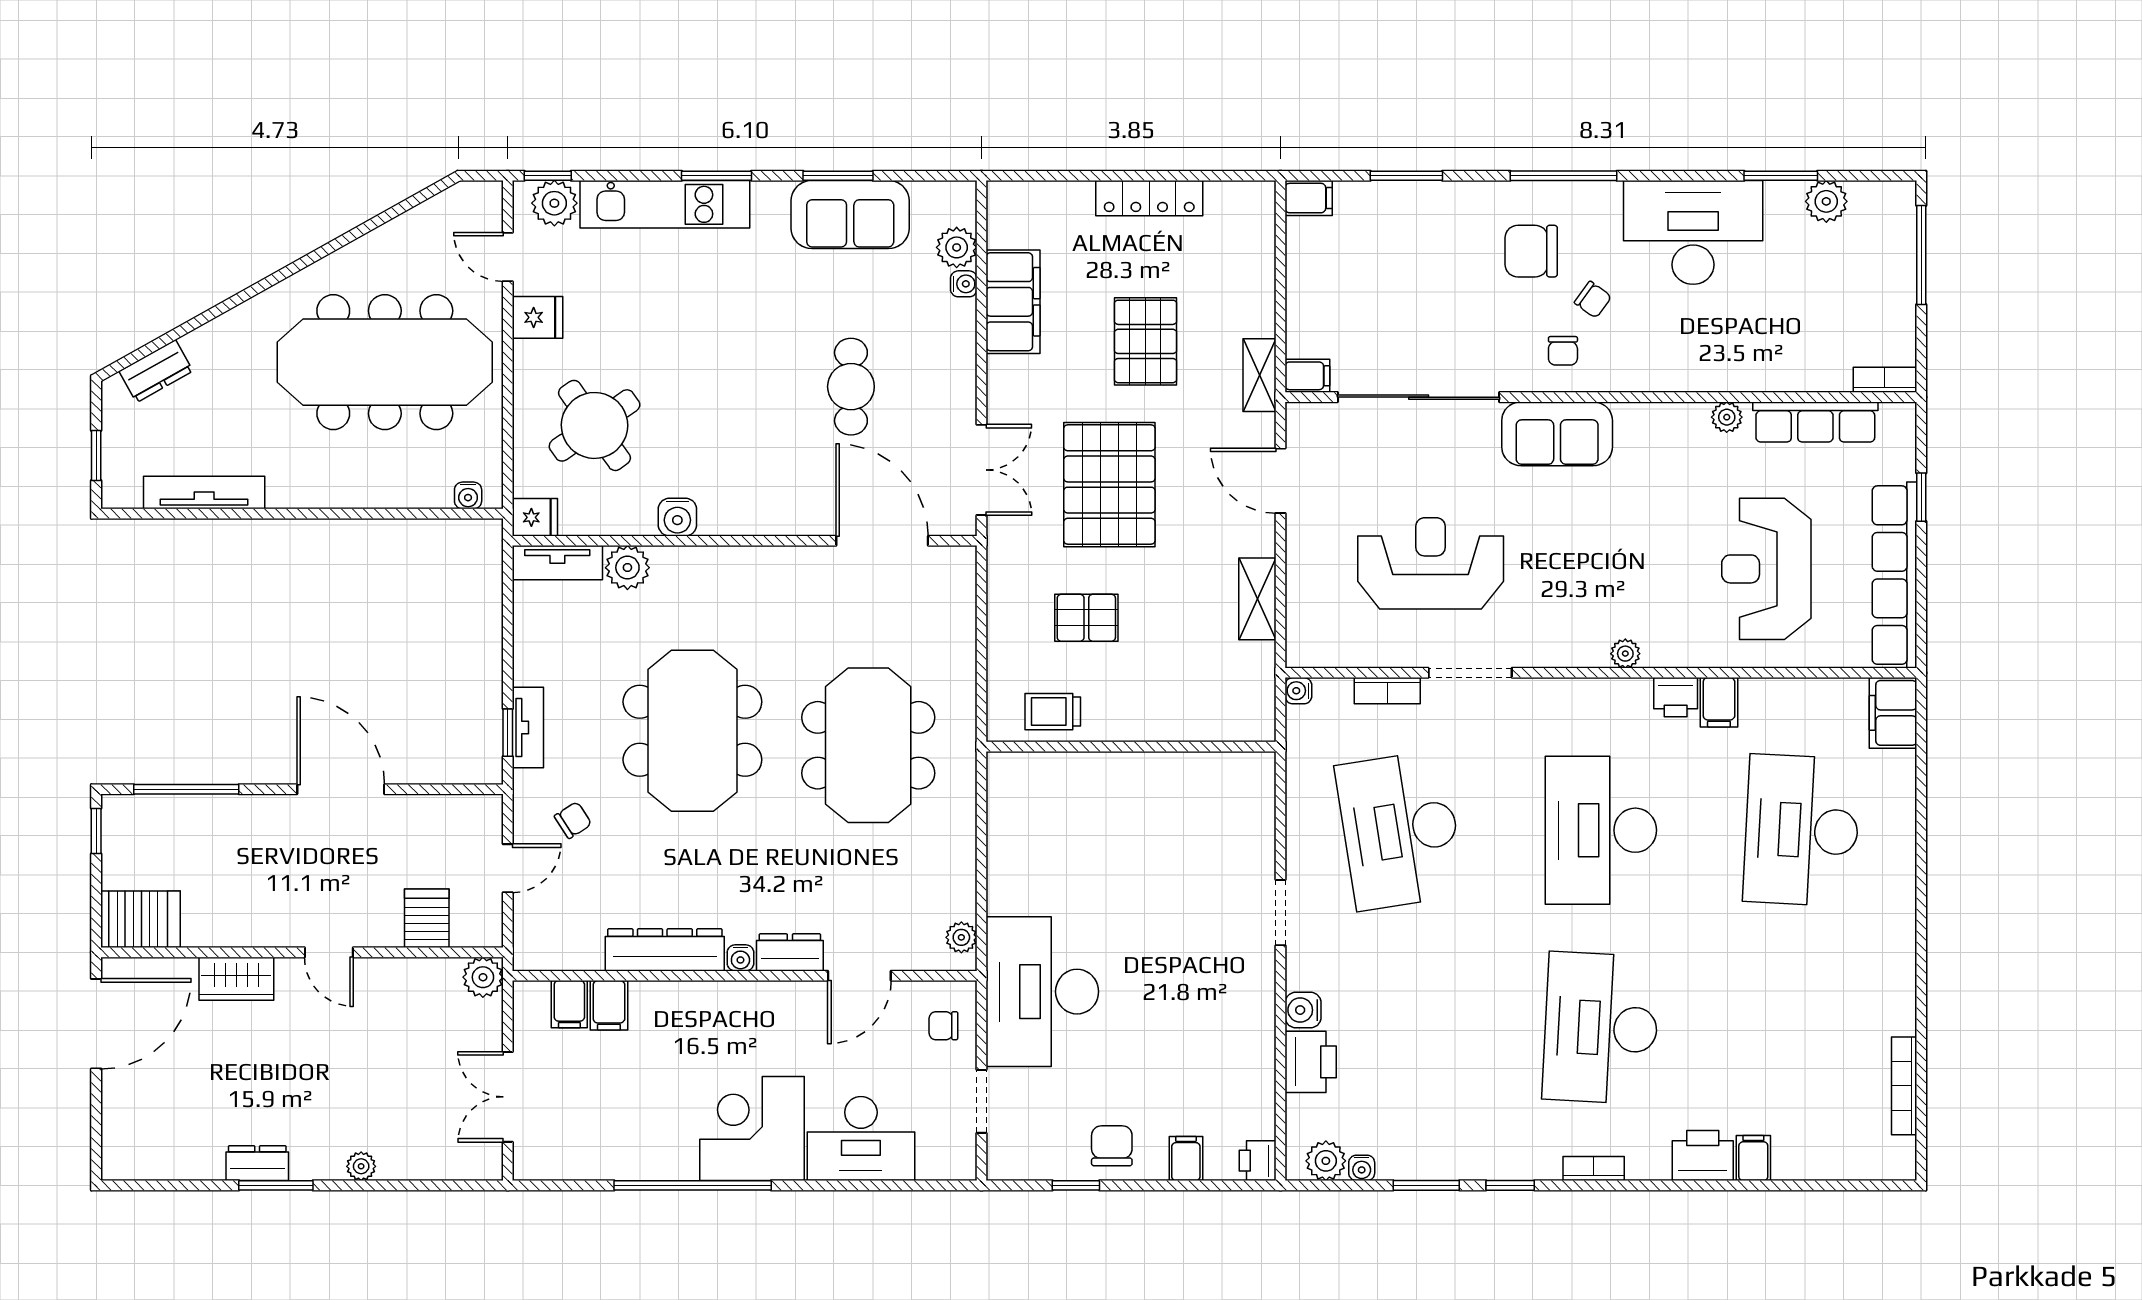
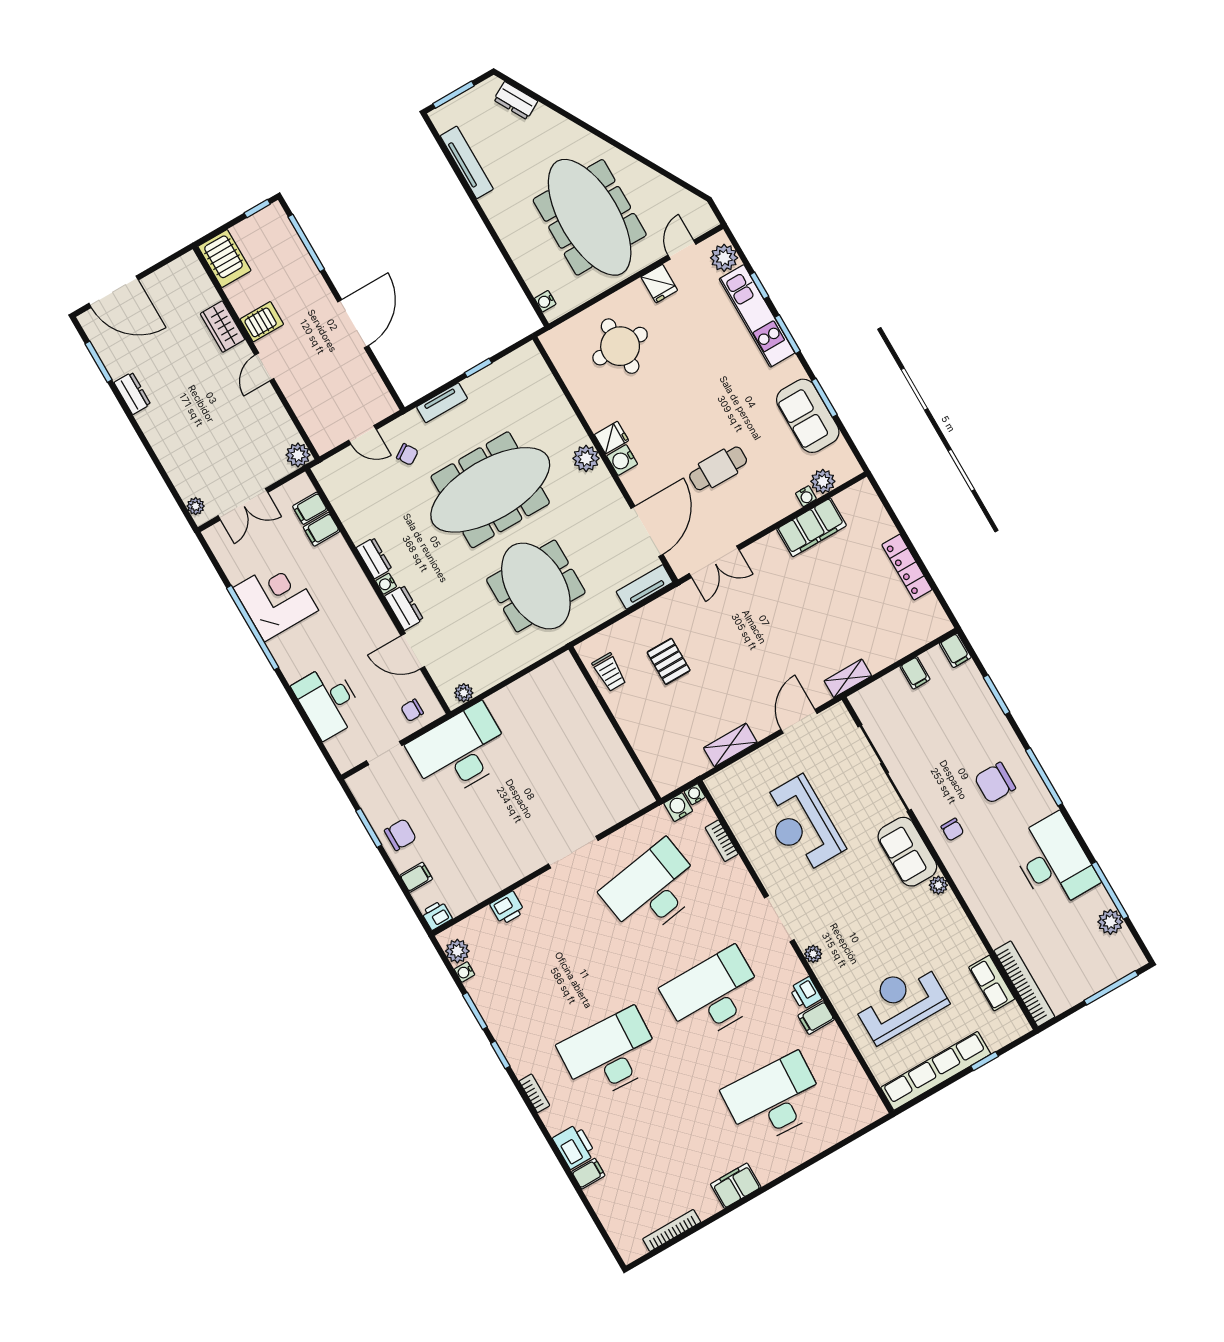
window: (548, 176) -> (759, 286), moved
window: (1781, 176) -> (1110, 890), width x1.44
chair: (1531, 251) -> (995, 783), turned -90
chair: (1593, 300) -> (988, 830), removed
pallet: (1145, 341) -> (831, 609), removed
chair: (1563, 351) -> (952, 830), turned -90
filing cabinet: (1307, 376) -> (915, 673), moved
bookcase: (1885, 380) -> (1024, 984), width x2.31, depth x1.31
plant: (1727, 417) -> (938, 885), moved
row of seats: (1815, 422) -> (992, 983), width x0.68
round table: (595, 425) -> (620, 346), turned 35
window: (96, 455) -> (453, 95), width x1.50
pallet: (1109, 485) -> (745, 633), removed
fridge: (535, 517) -> (612, 438), moved, turned -90
water cooler: (677, 517) -> (622, 460), moved
tv unit: (557, 563) -> (645, 587), moved, turned 90
reception desk: (1431, 563) -> (801, 825), turned 180
plant: (627, 568) -> (586, 458), moved
doorway: (1470, 673) -> (779, 919), moved
trolley: (1053, 712) -> (609, 672), turned 180
filing cabinet: (1893, 713) -> (736, 1186), moved
meeting table: (692, 731) -> (490, 490), width x1.36
window: (508, 733) -> (478, 368), moved
meeting table: (868, 745) -> (536, 586), turned 90
doorway: (1280, 913) -> (573, 852), width x1.38
server rack: (427, 918) -> (262, 322), moved
dresser: (665, 950) -> (374, 558), width x0.51, depth x0.80
water cooler: (1303, 1010) -> (678, 807), moved
door: (96, 1024) -> (114, 292), moved
chair: (943, 1026) -> (412, 710), turned -90
printer: (1311, 1062) -> (507, 908), width x0.73, depth x0.81
double door: (508, 1097) -> (243, 504), swing flipped
corner desk: (752, 1129) -> (276, 599), moved
plant: (361, 1166) -> (196, 506), moved
window: (276, 1185) -> (99, 362), moved
window: (1076, 1185) -> (369, 828), width x1.50

